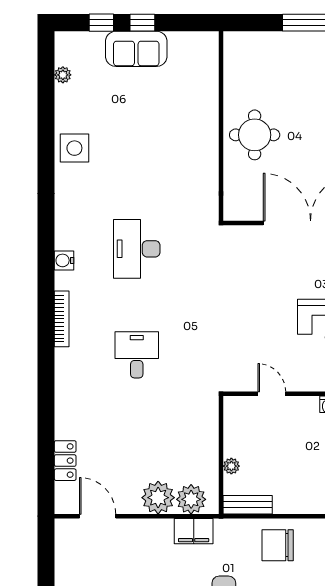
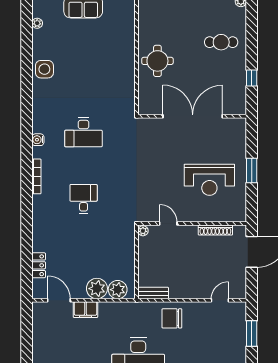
desk: (137, 249) -> (84, 132), turned -90
plant: (231, 466) -> (143, 231), moved
filing cabinet: (194, 531) -> (85, 310), moved

